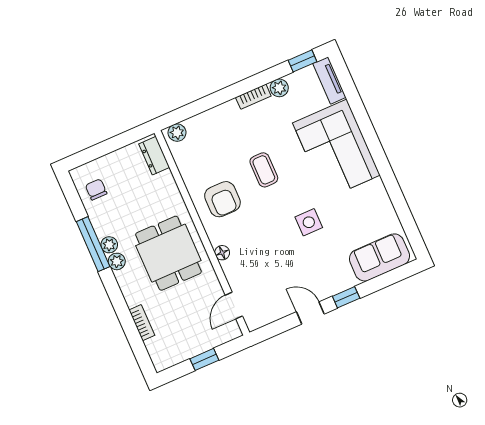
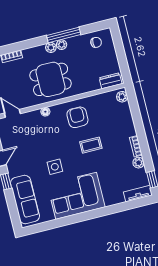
corner sofa: (336, 149) -> (76, 196), moved
armchair: (222, 199) -> (77, 117), turned 90
sofa: (379, 257) -> (25, 199), width x1.36

